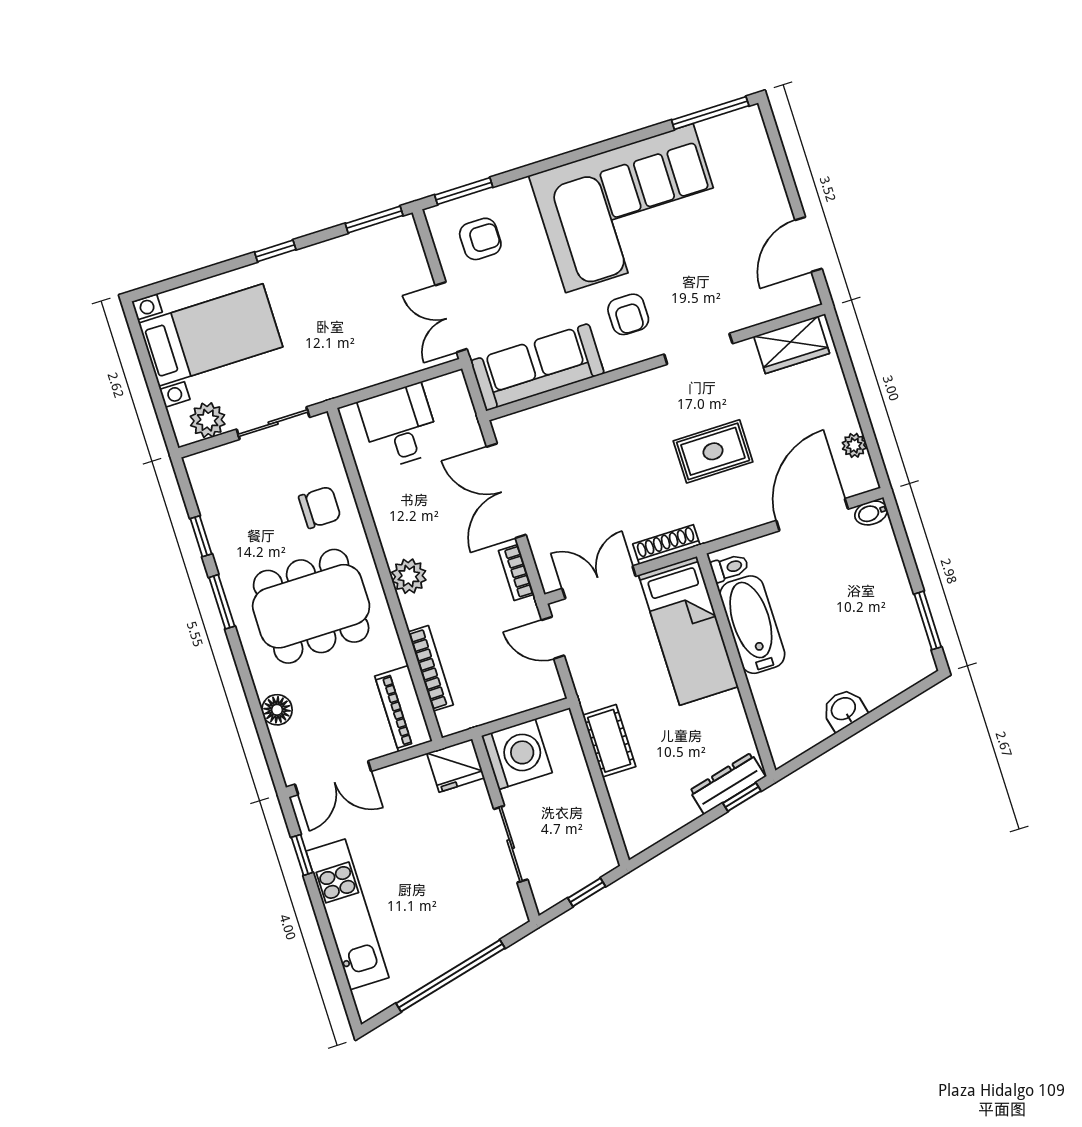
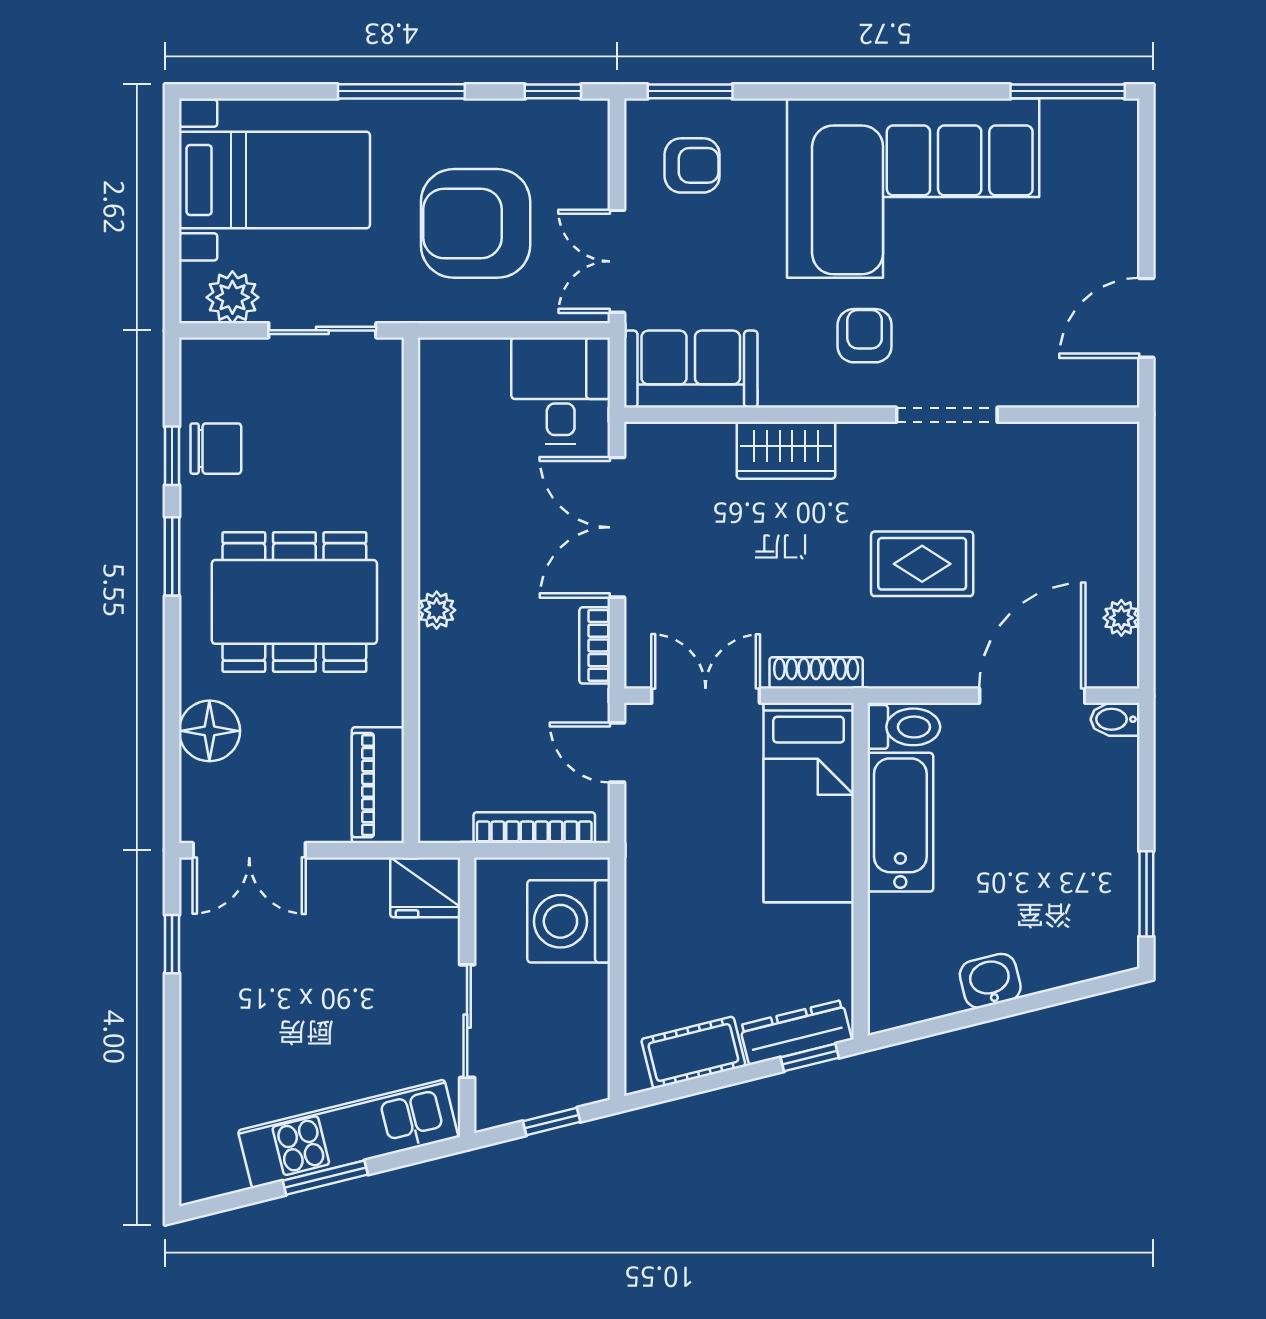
window: (374, 219) -> (553, 91), width x0.67
window: (275, 251) -> (401, 91), width x2.17
armchair: (628, 314) -> (865, 336), turned 180
armchair: (351, 322) -> (476, 223), added
wardrobe: (792, 345) -> (786, 450), moved
sofa: (537, 367) -> (691, 369), width x0.73
desk: (400, 426) -> (561, 391), moved
chair: (320, 507) -> (216, 449), moved
toilet: (730, 568) -> (904, 727), width x1.37, depth x1.39
plant: (409, 576) -> (437, 610), width x0.73, depth x0.73
bookcase: (431, 668) -> (534, 828), moved, turned -90
floor lamp: (277, 710) -> (209, 731), width x1.38, depth x1.38
cot: (609, 741) -> (693, 1053), moved, turned 76
washing machine: (517, 754) -> (569, 921), moved, turned 180
kitchen unit: (347, 914) -> (348, 1134), moved, turned -104
window: (450, 976) -> (325, 1178), width x0.47

